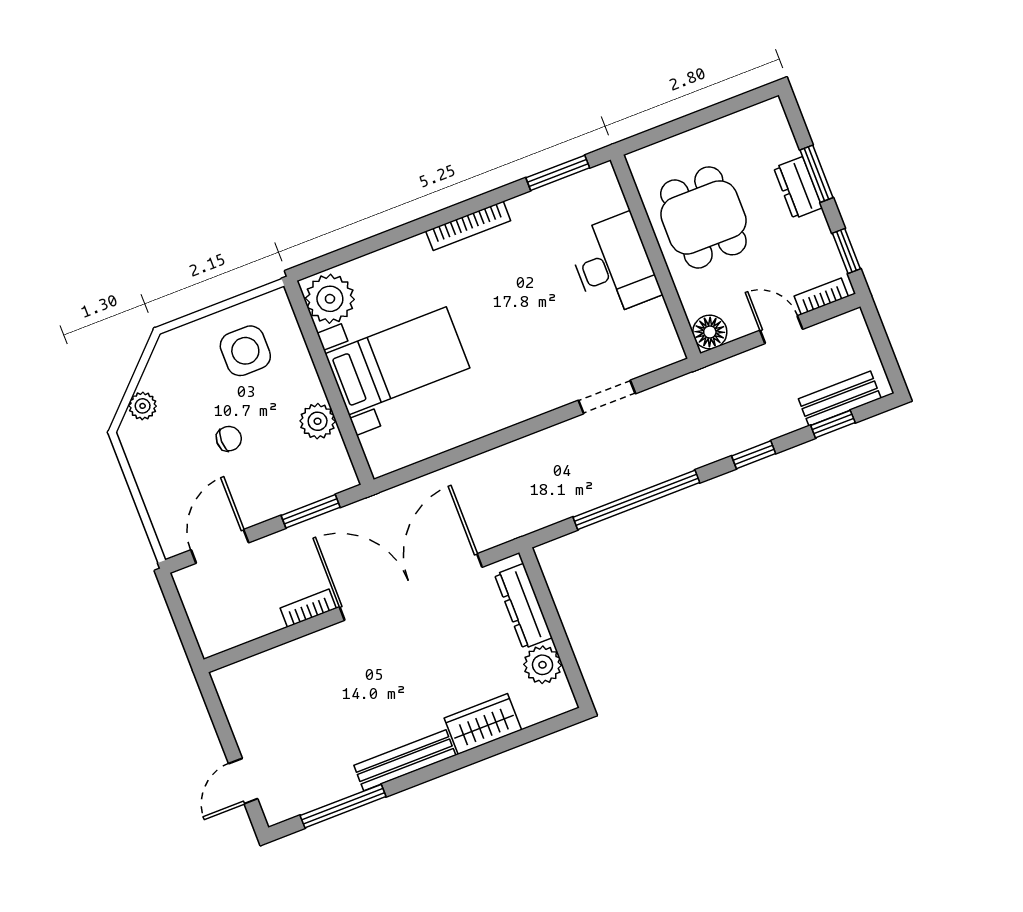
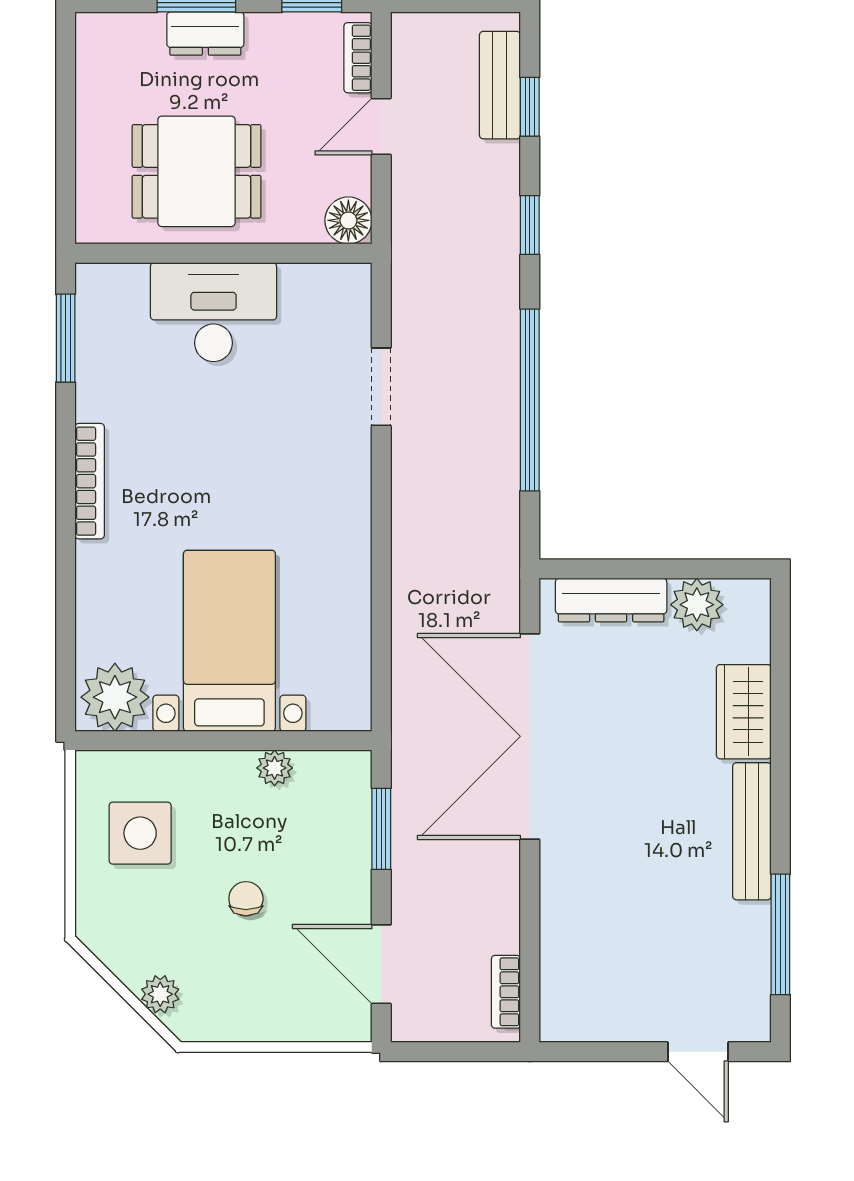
plant: (318, 421) -> (275, 768), width x0.73, depth x0.73
bookcase: (308, 608) -> (506, 992), moved

